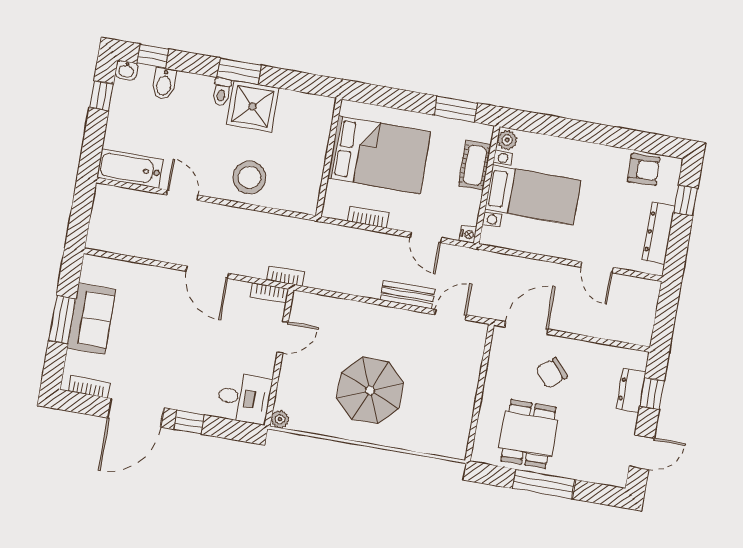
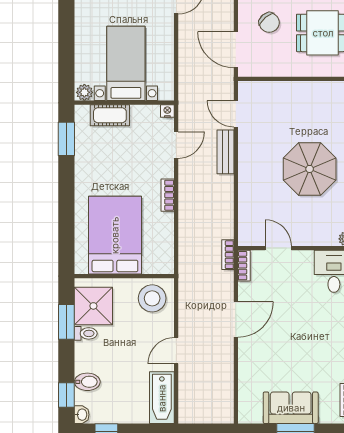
bed: (379, 155) -> (115, 235), moved
wall: (329, 157) -> (124, 276), moved

